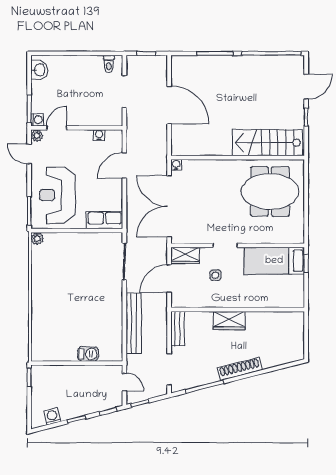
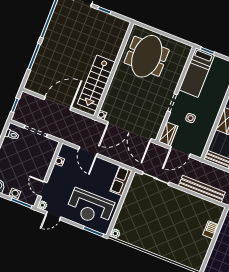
washing machine: (37, 120) -> (15, 194), moved
stairs: (267, 143) -> (96, 83), moved
door: (169, 279) -> (180, 152), hinge flipped

